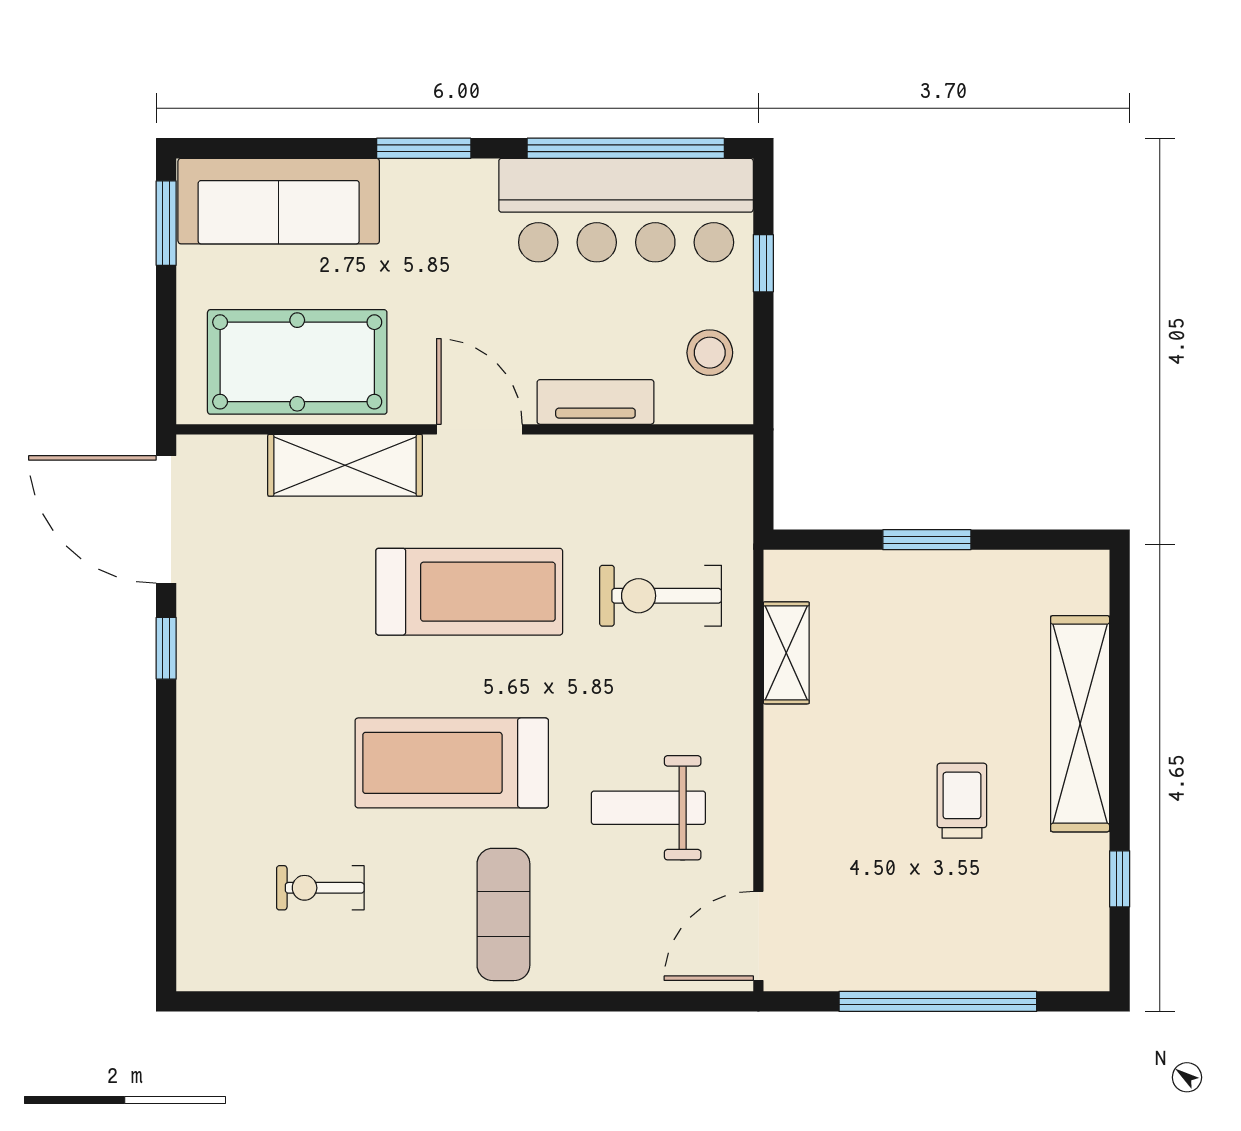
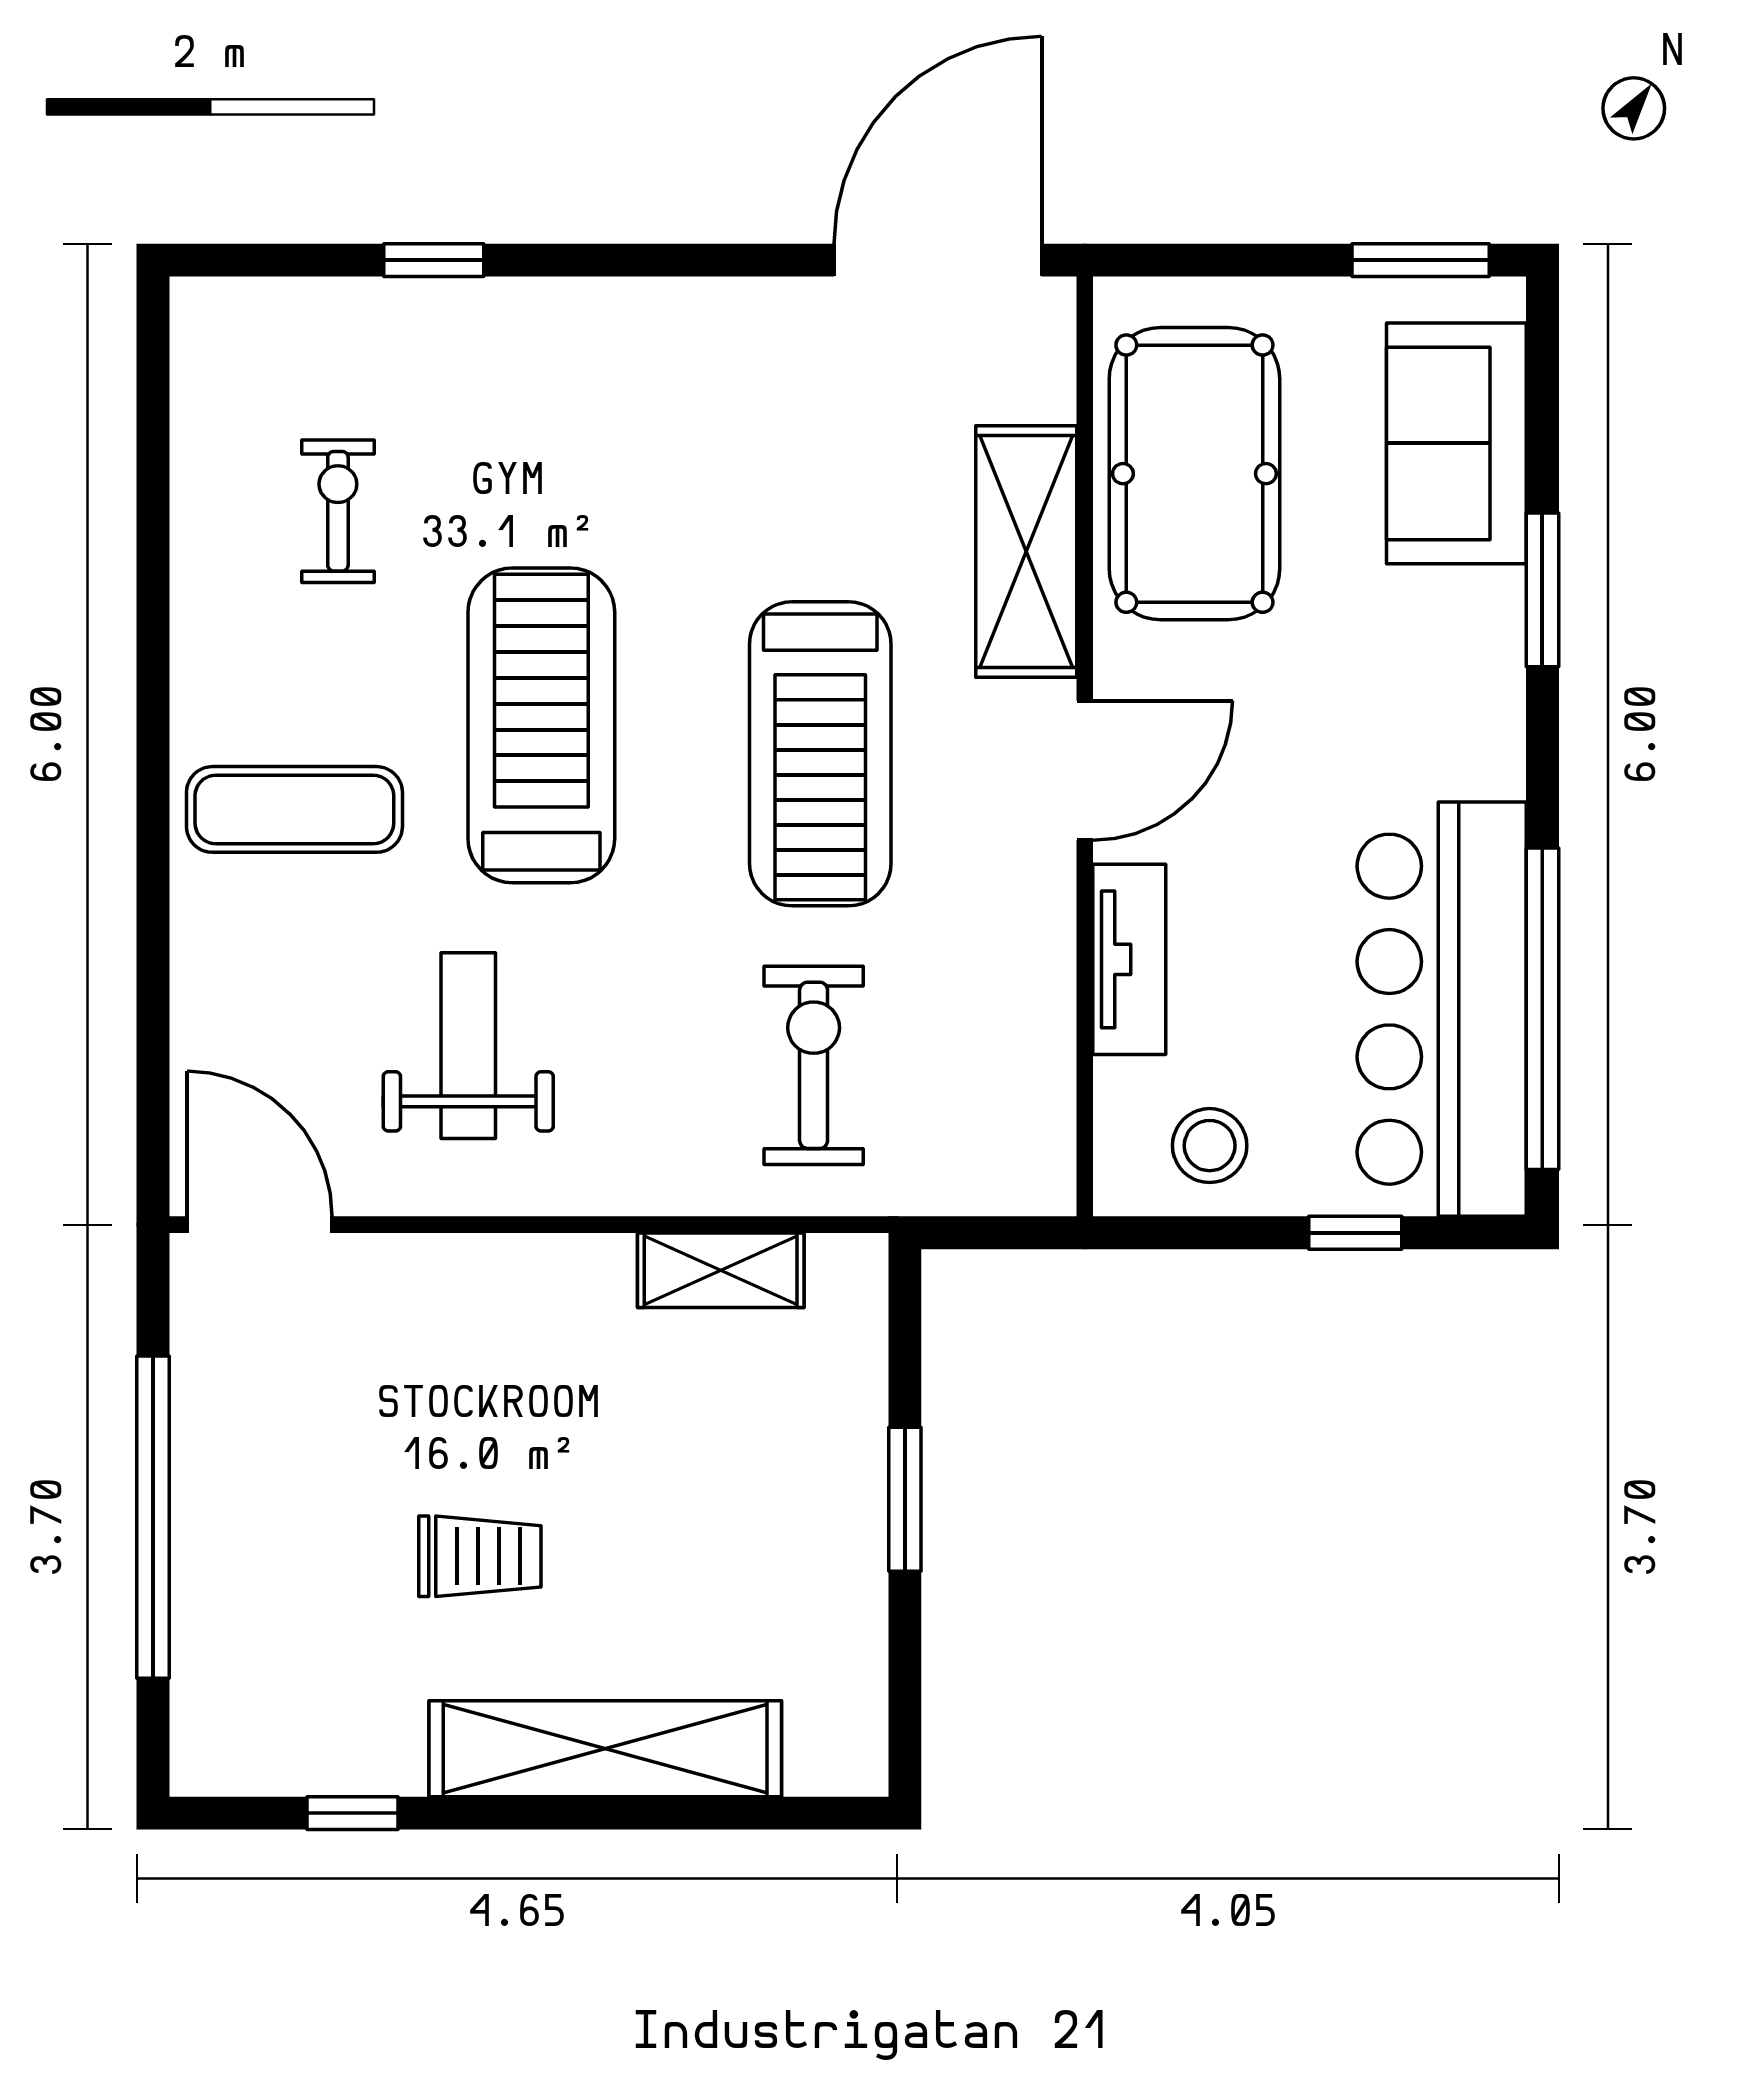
window: (424, 148) -> (1542, 590), moved
sofa: (279, 201) -> (1456, 443), width x0.73
window: (166, 648) -> (434, 260), moved

